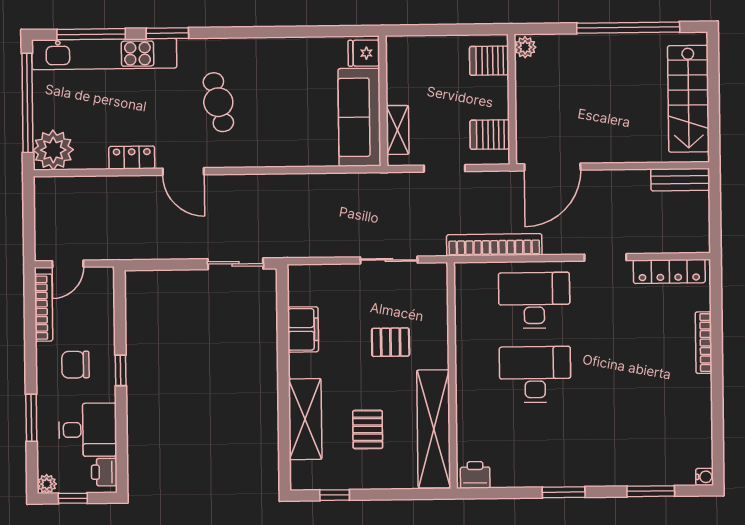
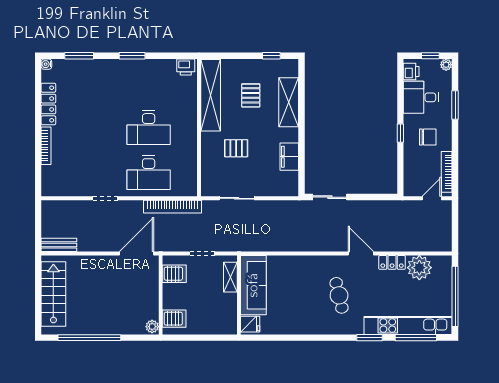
plant: (53, 150) -> (419, 268), moved
locker: (669, 271) -> (48, 104), moved, turned 90

